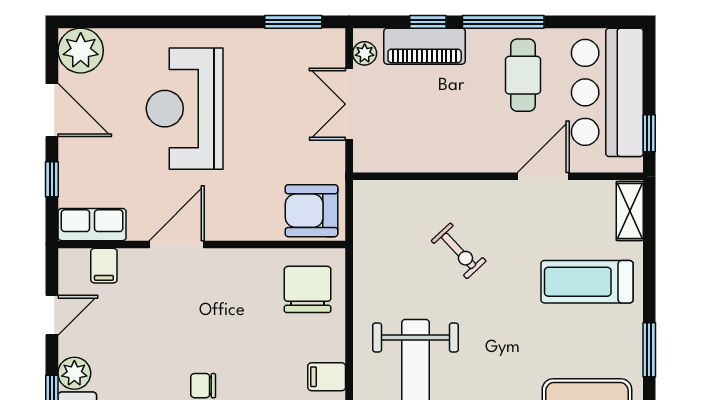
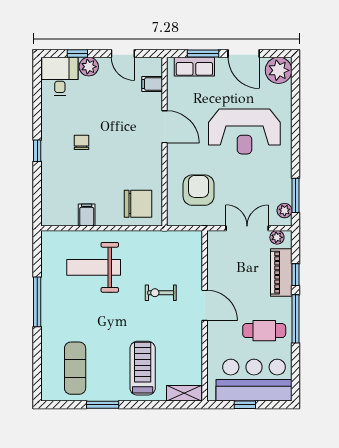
plant: (319, 41) -> (285, 211), added
reception desk: (185, 109) -> (244, 131), turned 180
door: (52, 110) -> (244, 53), hinge flipped
window: (649, 133) -> (245, 405), moved
door: (543, 176) -> (205, 305), moved
window: (52, 179) -> (203, 53), width x1.50
armchair: (311, 211) -> (199, 190), moved
row of seats: (92, 225) -> (194, 67), moved, turned 90
exercise bike: (459, 251) -> (161, 293), turned 43

